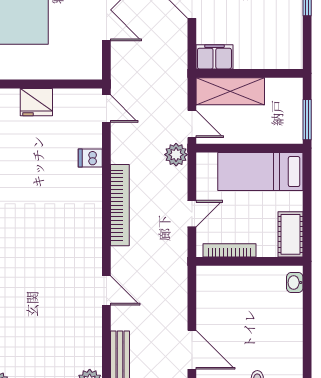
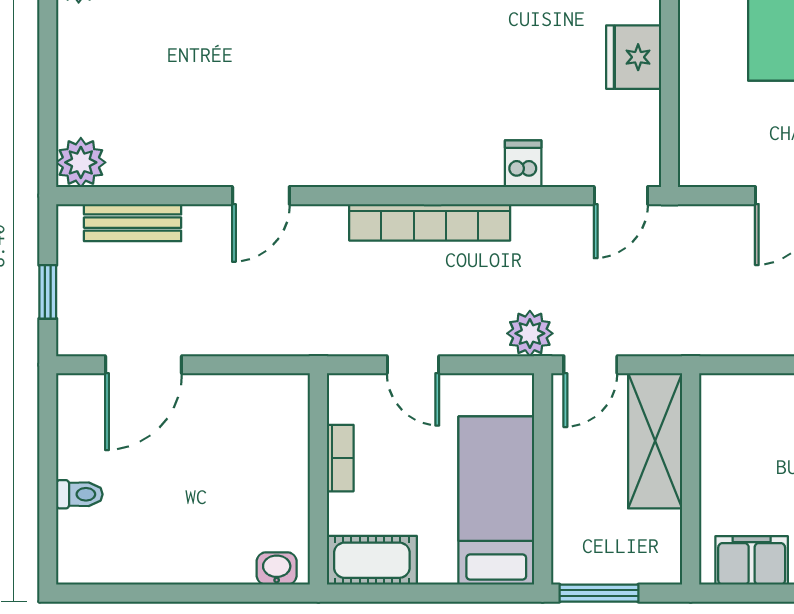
filing cabinet: (214, 57) -> (752, 560), moved, turned -90
bookcase: (229, 250) -> (340, 458), width x0.64

